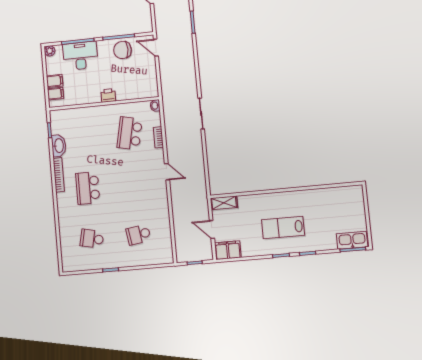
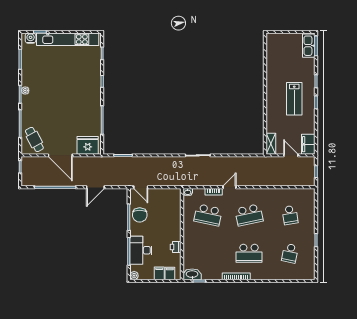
door: (156, 48) -> (141, 187), hinge flipped
printer: (108, 95) -> (176, 247), moved
washbasin: (59, 146) -> (192, 274), moved
door: (167, 172) -> (229, 187), moved
school desk: (134, 184) -> (249, 215), added
door: (212, 229) -> (291, 155), swing flipped

